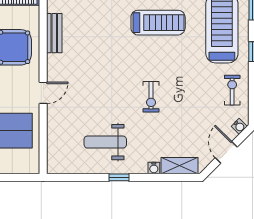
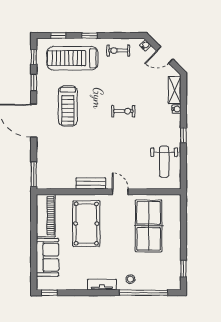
treadmill: (158, 23) -> (68, 106), turned 180
bench: (54, 33) -> (91, 183), moved
weight bench: (105, 142) -> (164, 162), moved

